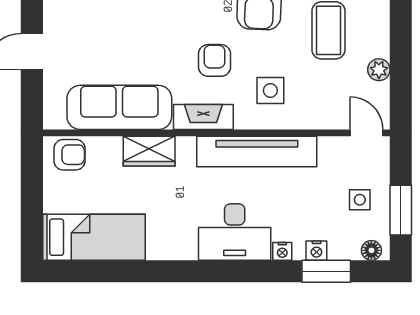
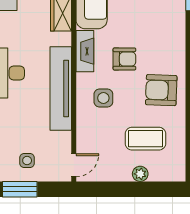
plant: (379, 70) -> (140, 174), moved

